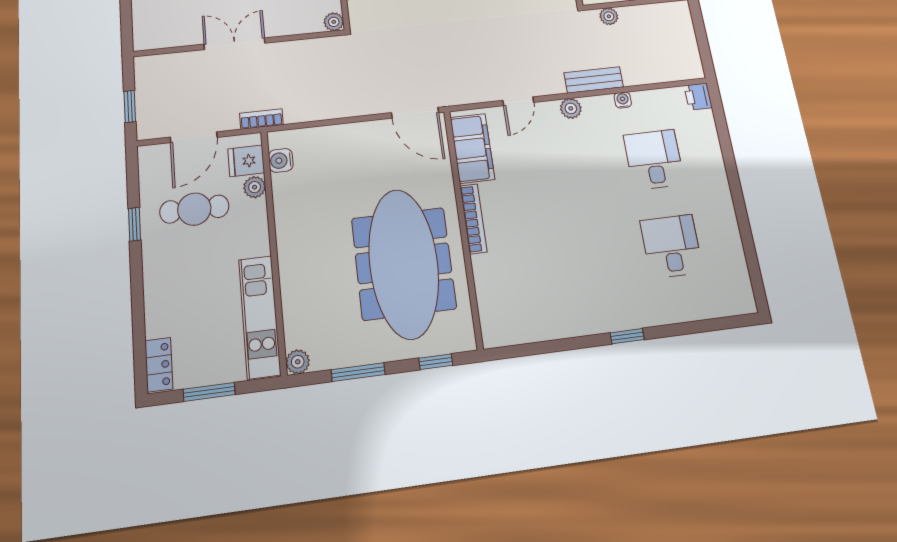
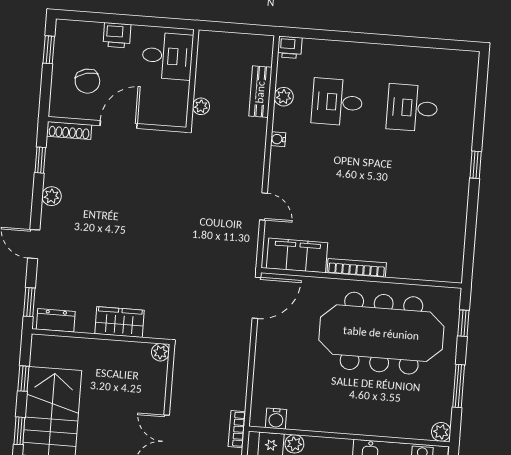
bench: (594, 80) -> (260, 92), moved
water cooler: (623, 100) -> (278, 139), moved
plant: (571, 108) -> (284, 97), moved

